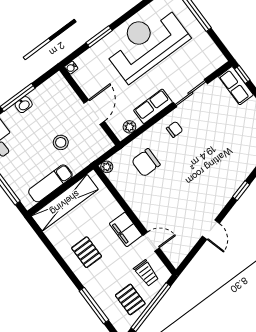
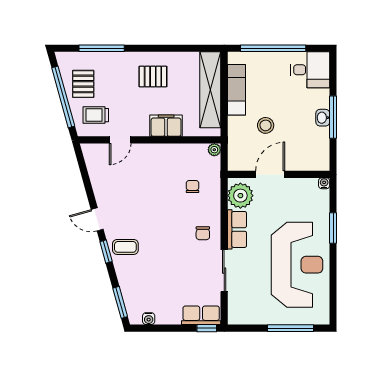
door: (94, 112) -> (270, 174), swing flipped
plant: (129, 127) -> (240, 196), width x1.88, depth x1.88
chair: (146, 163) -> (193, 187), width x0.54, depth x0.54
coffee table: (227, 179) -> (125, 247), added
filing cabinet: (126, 229) -> (166, 126), moved
door: (211, 230) -> (97, 219), moved
pallet: (130, 299) -> (83, 84), turned 90

